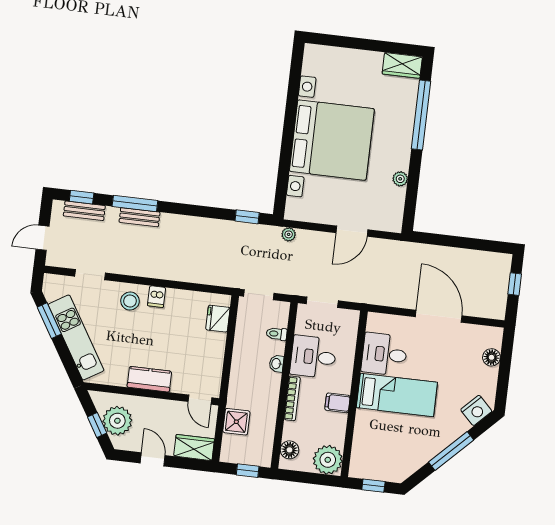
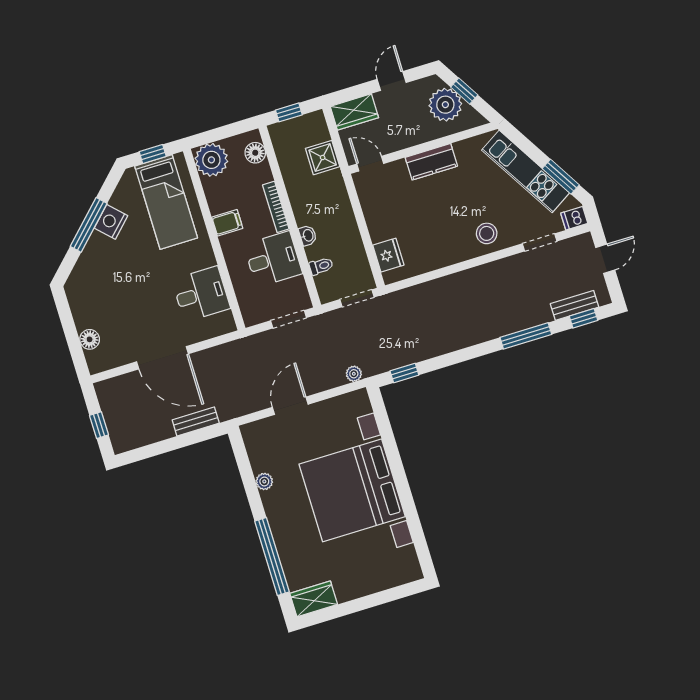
bench: (140, 217) -> (196, 421), moved
dishwasher: (157, 297) -> (574, 218), moved, turned -90
bed: (397, 395) -> (166, 202), moved, turned -90
nightstand: (476, 410) -> (111, 222), moved
door: (153, 459) -> (392, 81), swing flipped

